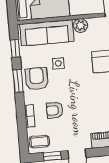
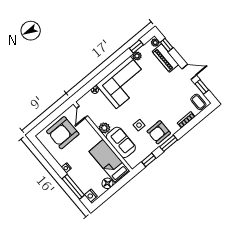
sofa: (47, 33) -> (121, 142), width x0.73
armchair: (55, 110) -> (171, 106), removed

